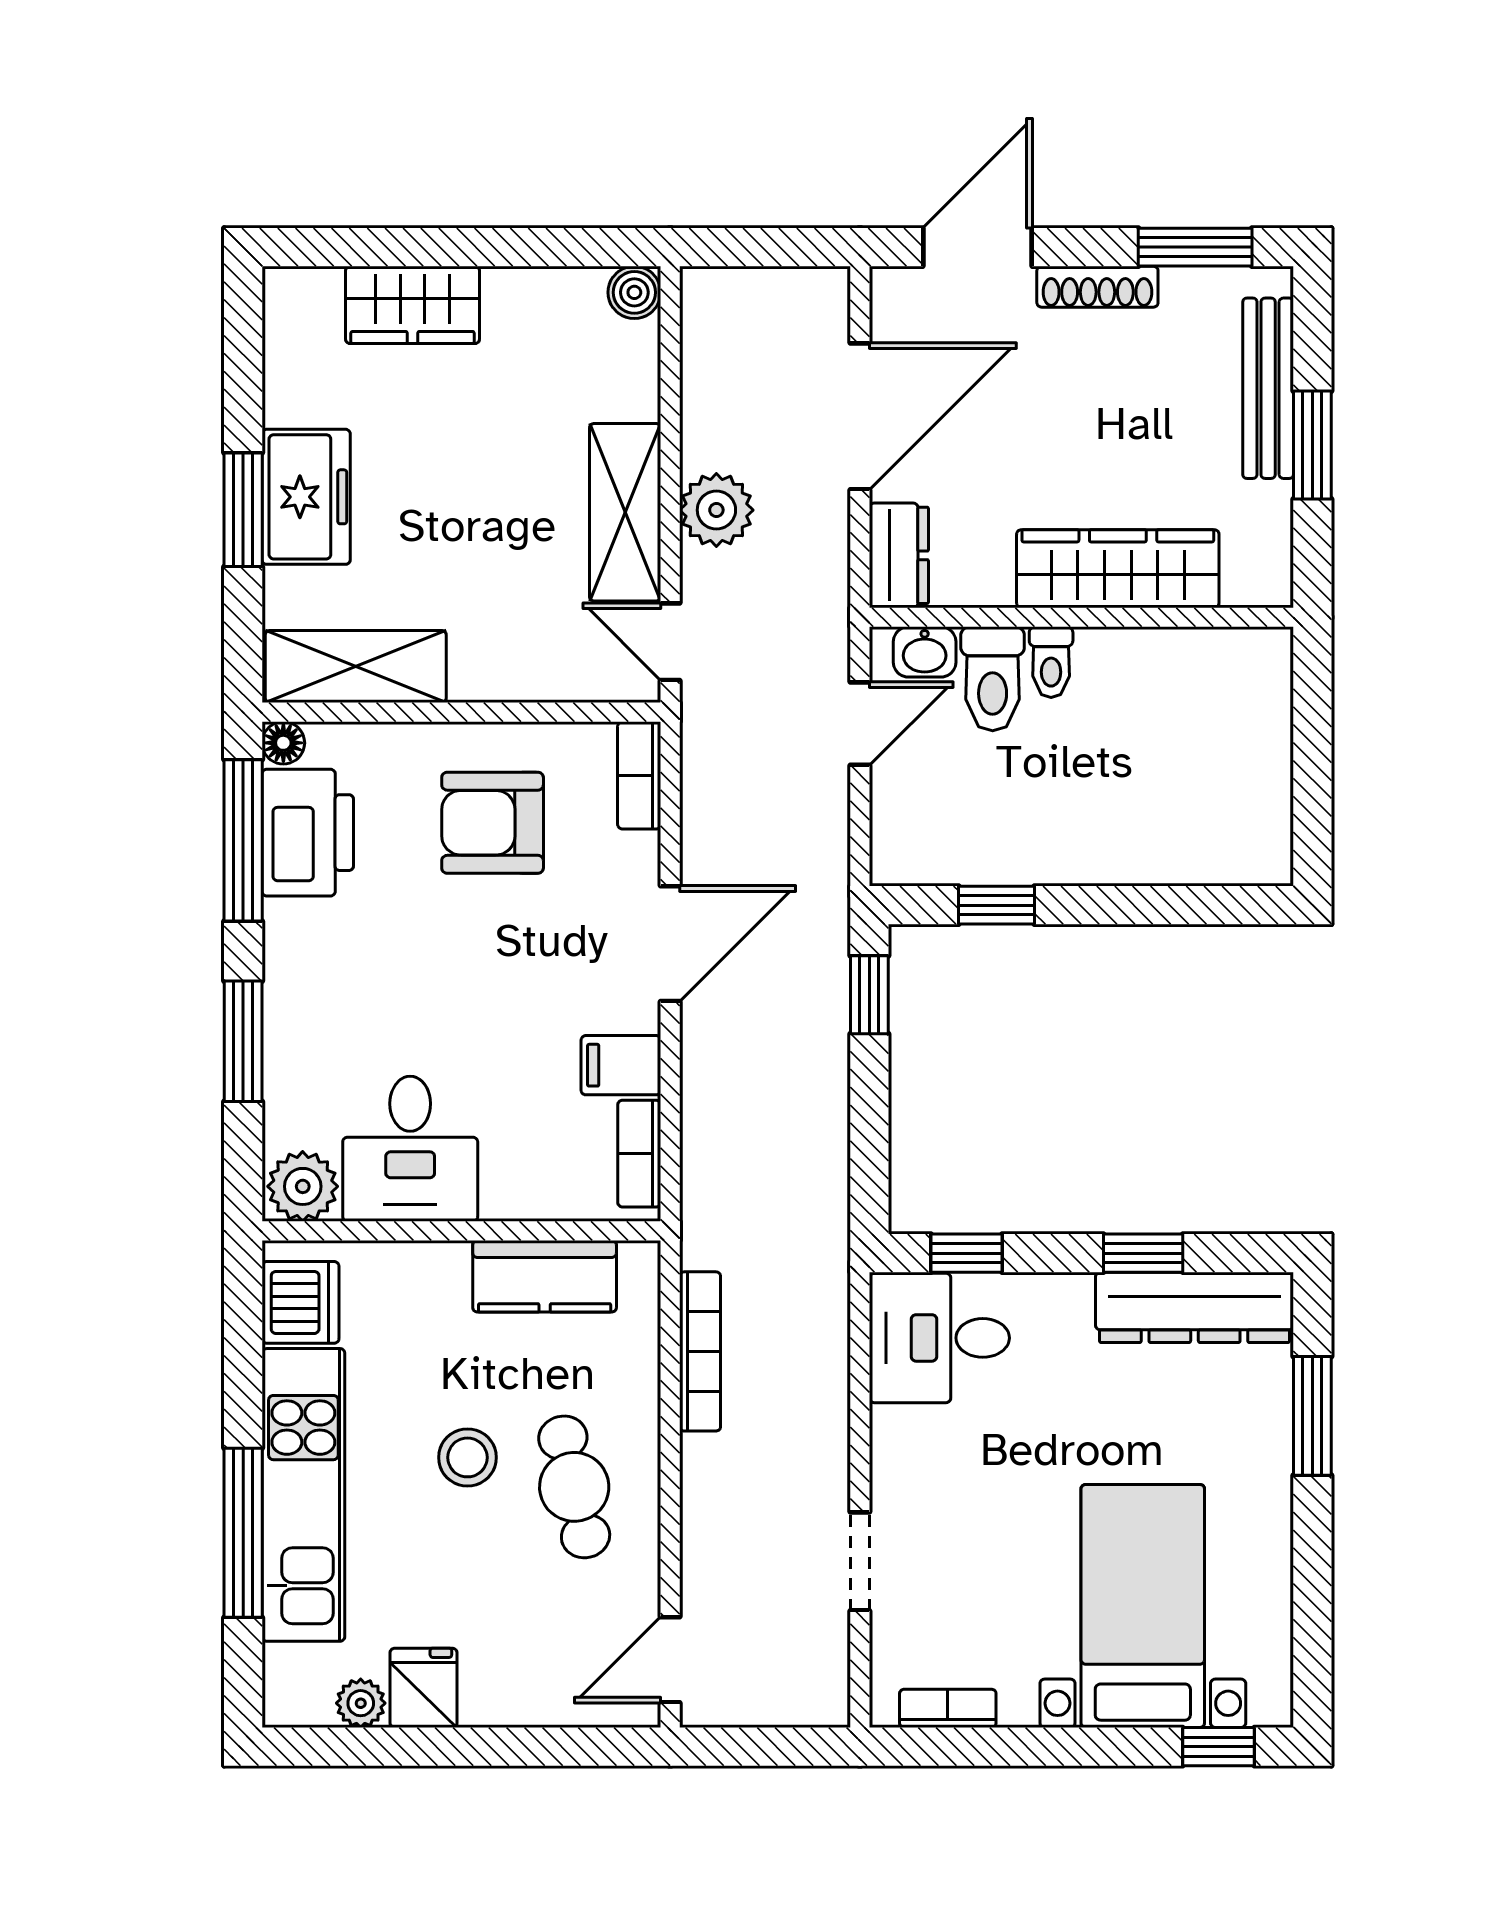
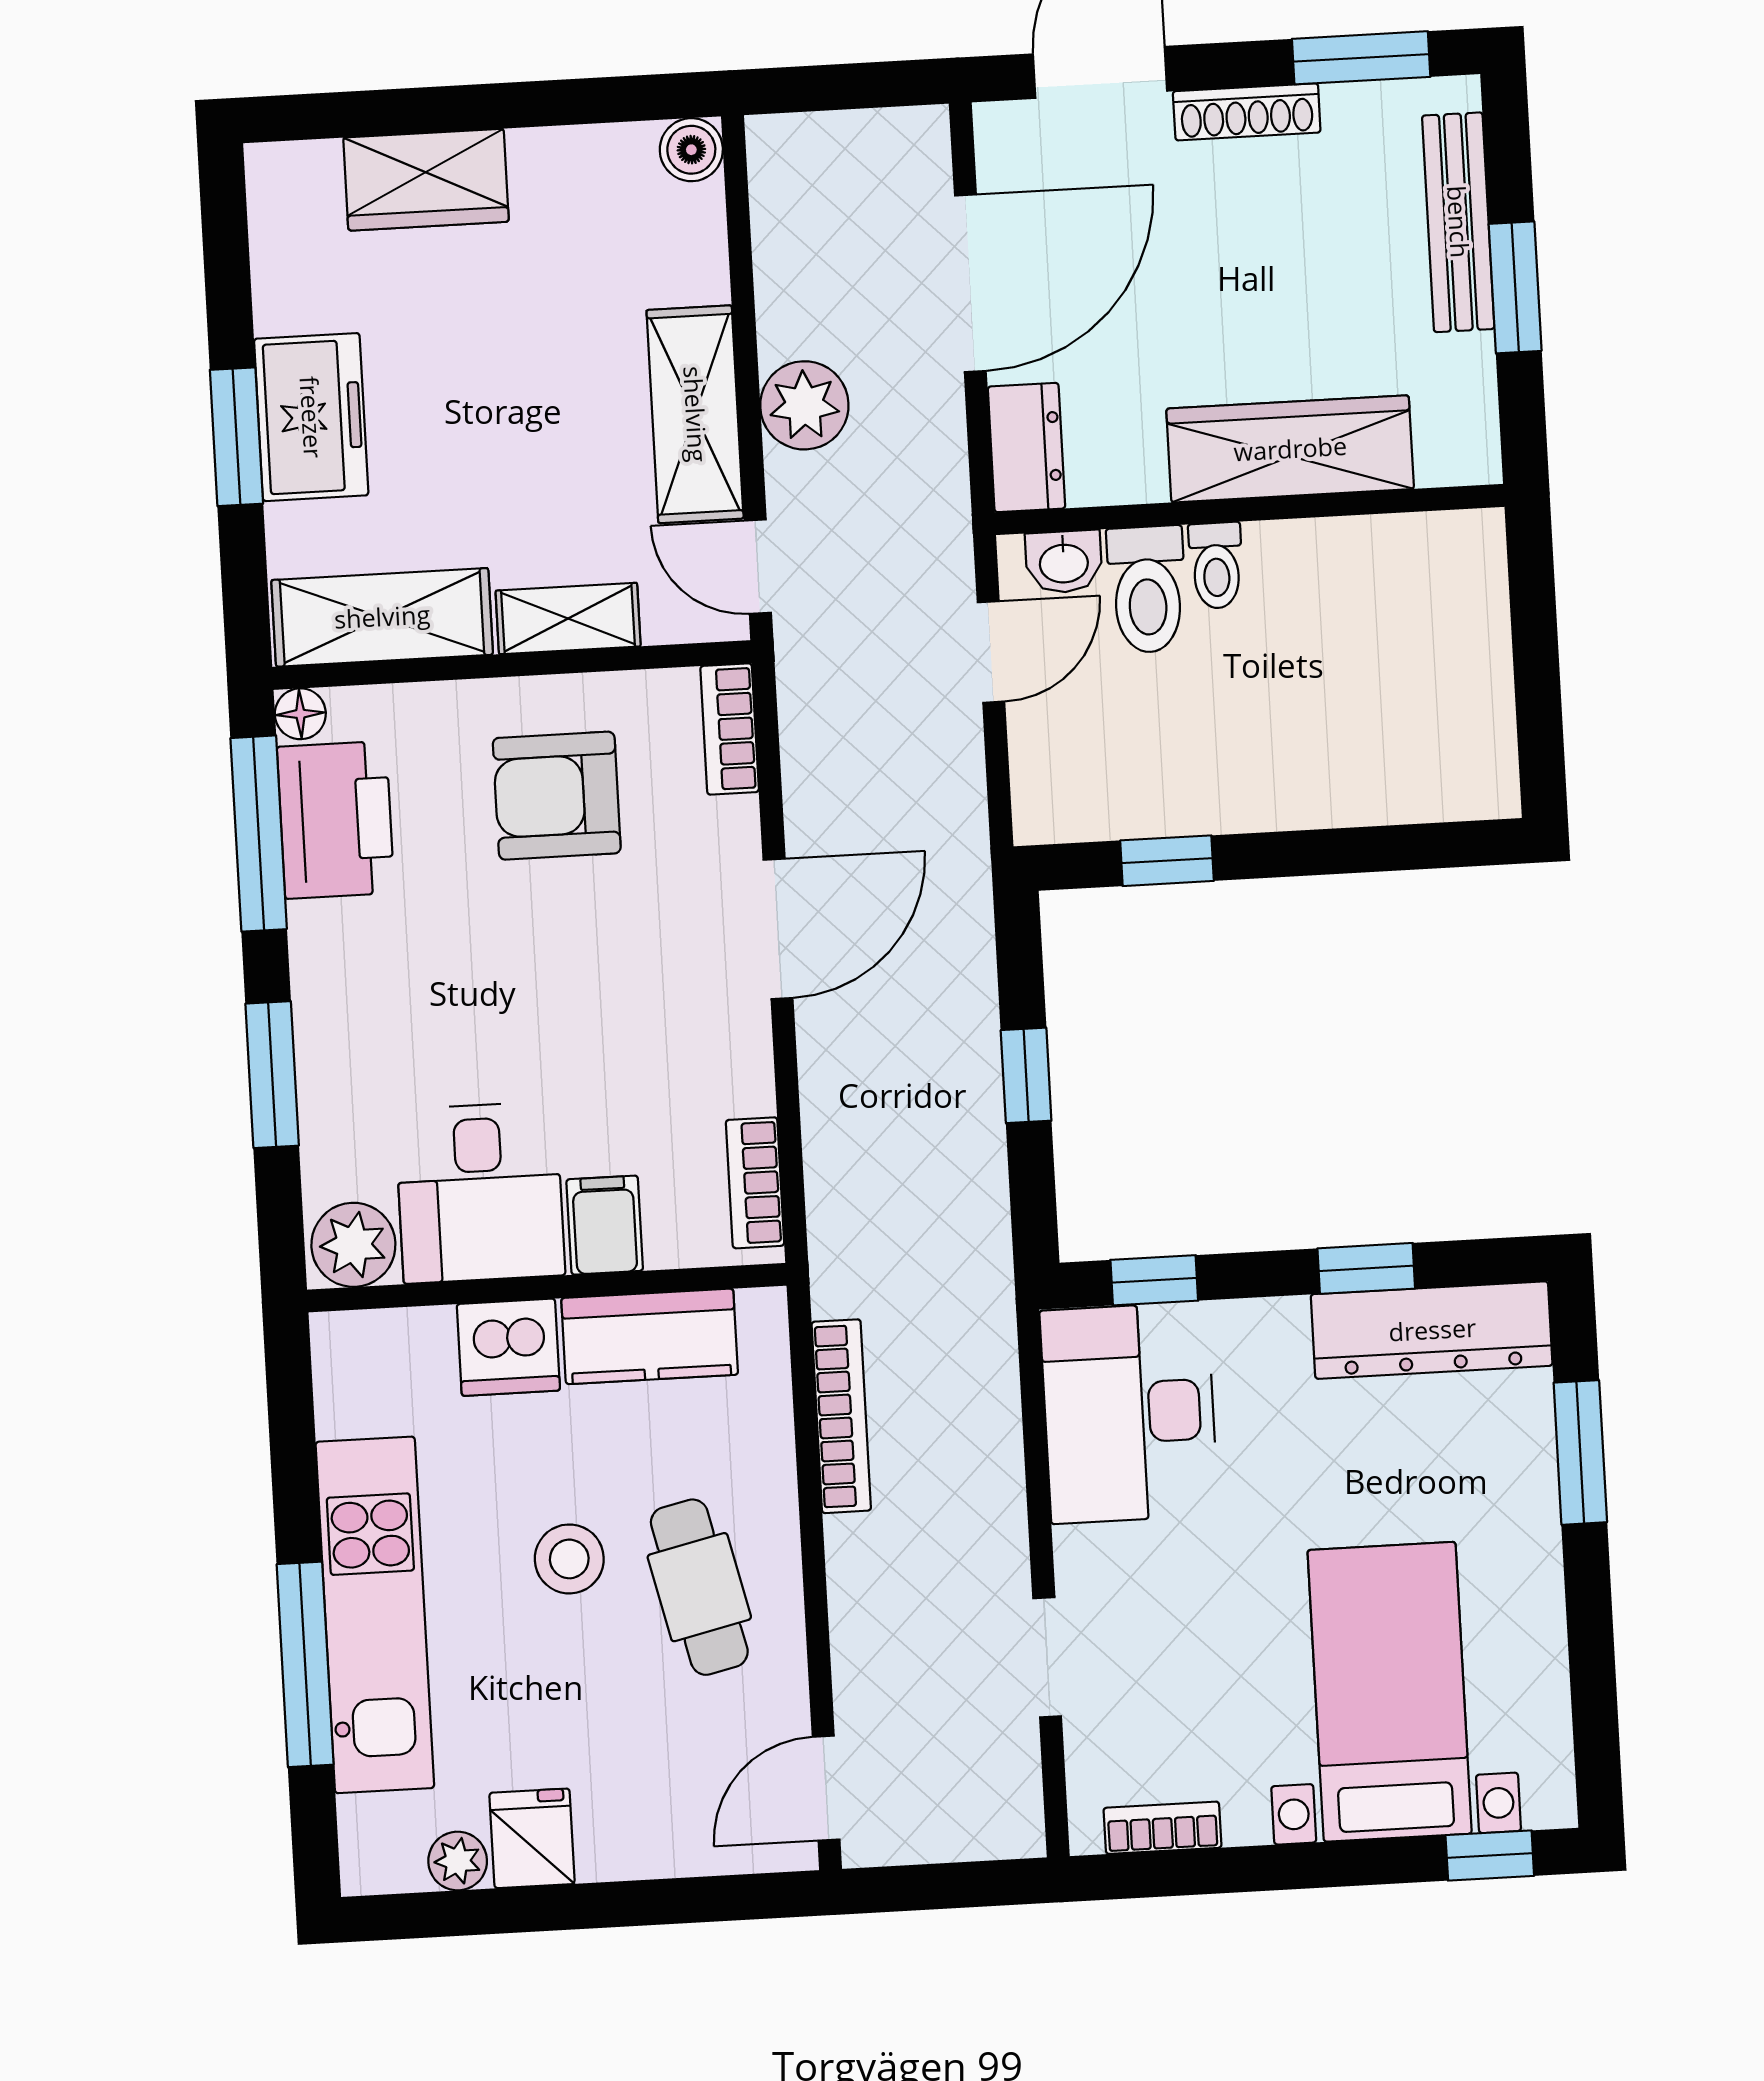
shelving: (510, 676) -> (568, 619), added
window: (869, 995) -> (1026, 1075), moved
filing cabinet: (621, 1065) -> (605, 1225), moved, turned 90
dishwasher: (300, 1302) -> (508, 1347), moved, turned 90
desk: (939, 1338) -> (1129, 1413), width x1.37

